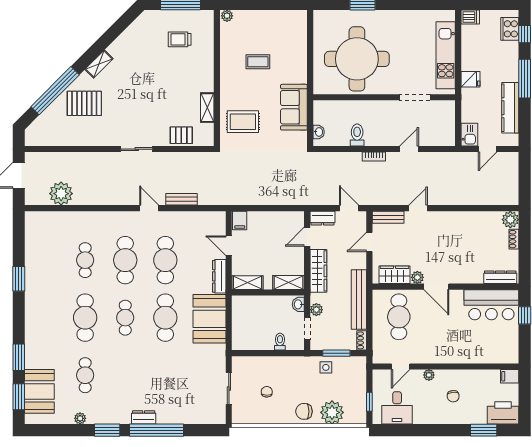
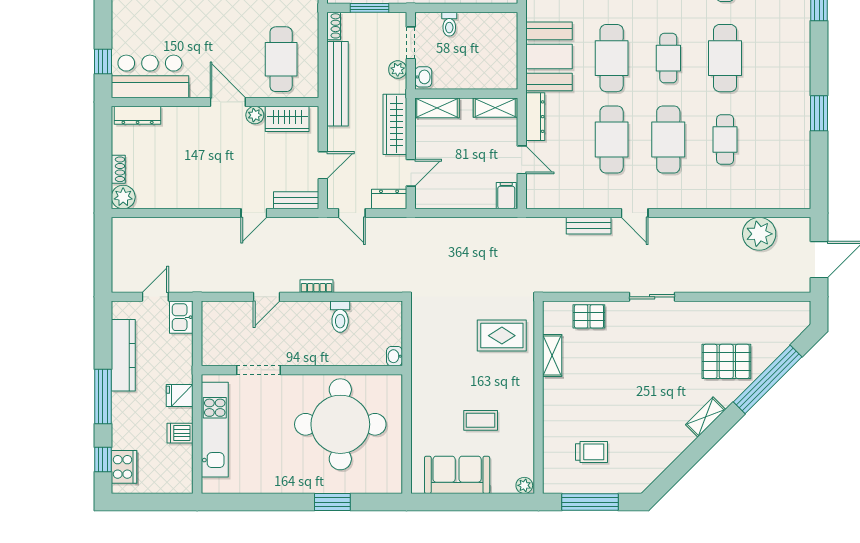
dishwasher: (470, 17) -> (180, 433), moved
sofa: (294, 107) -> (457, 475), moved, turned -90
washbasin: (319, 132) -> (395, 356), moved

